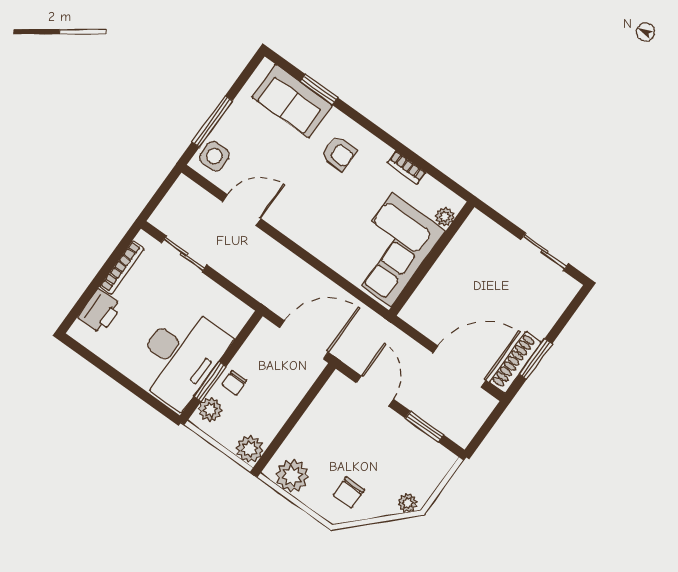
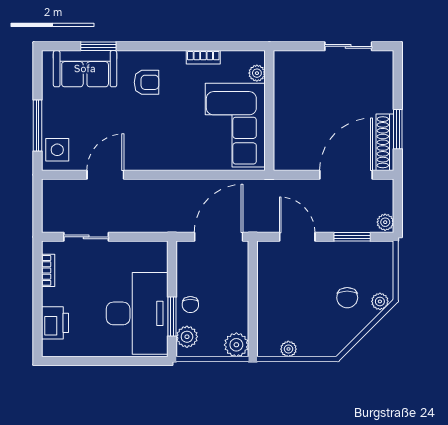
bookcase: (122, 268) -> (48, 270), width x0.64
plant: (464, 435) -> (385, 222), added
plant: (292, 476) -> (288, 349), width x0.53, depth x0.53
chair: (349, 492) -> (347, 298), moved

